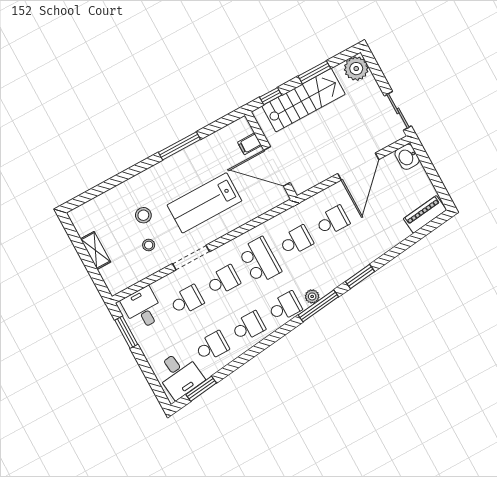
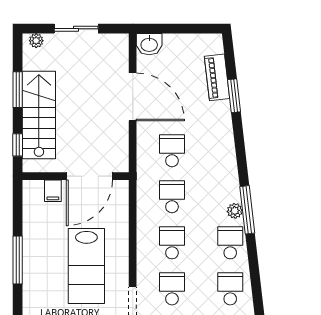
plant: (356, 69) -> (36, 41), width x0.53, depth x0.53
sliding door: (398, 111) -> (76, 29), moved
piano: (425, 214) -> (217, 77), moved
school desk: (260, 261) -> (172, 243), width x0.54
window: (360, 277) -> (234, 96), moved

